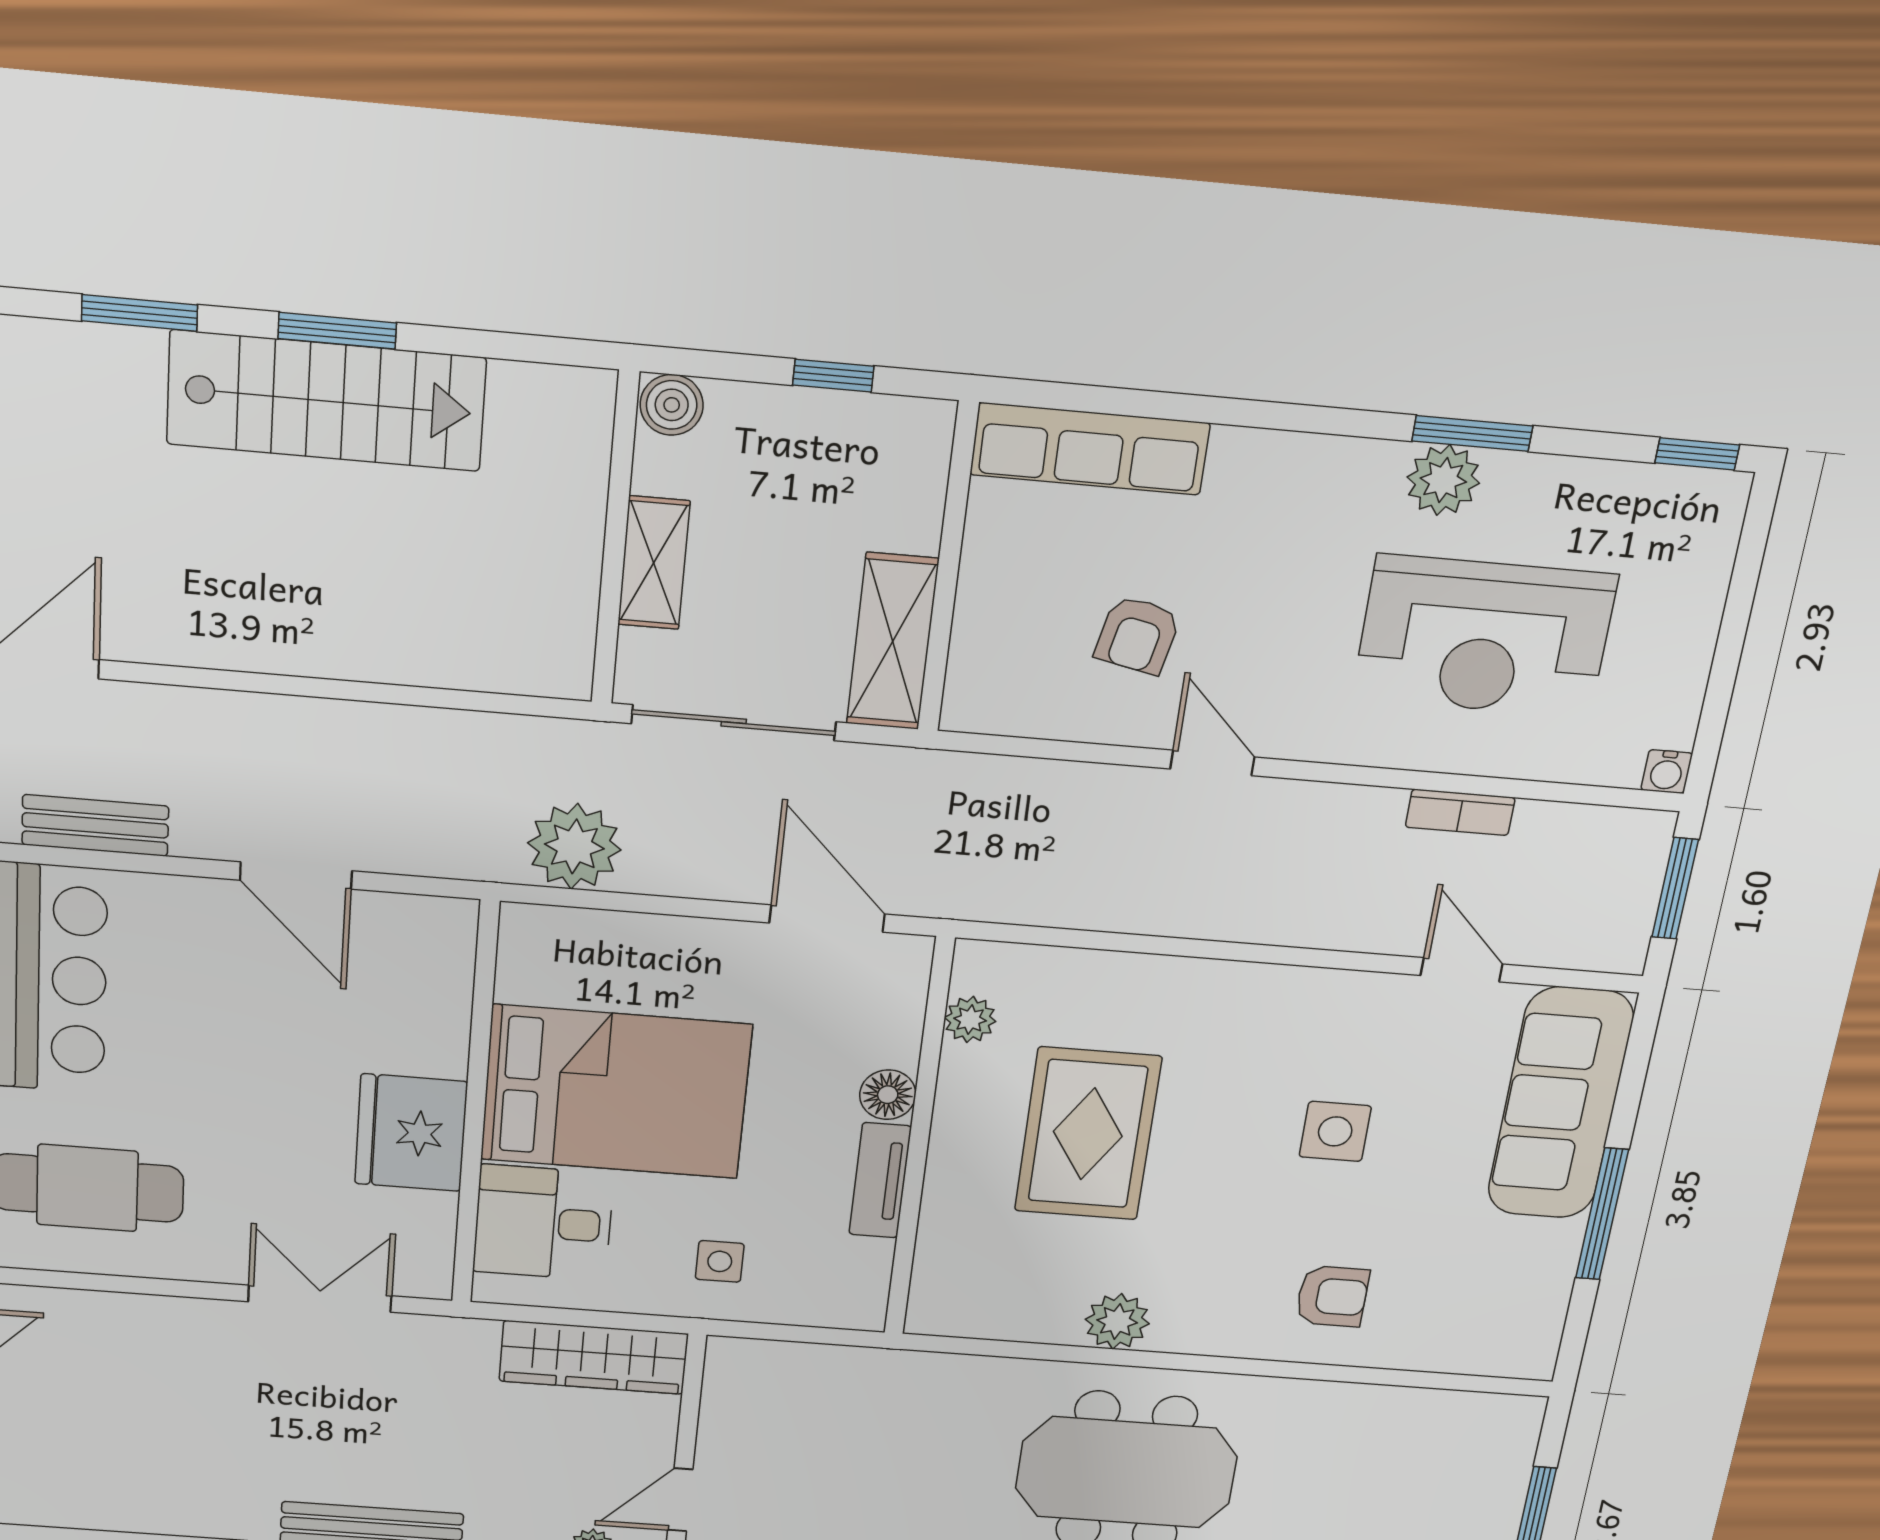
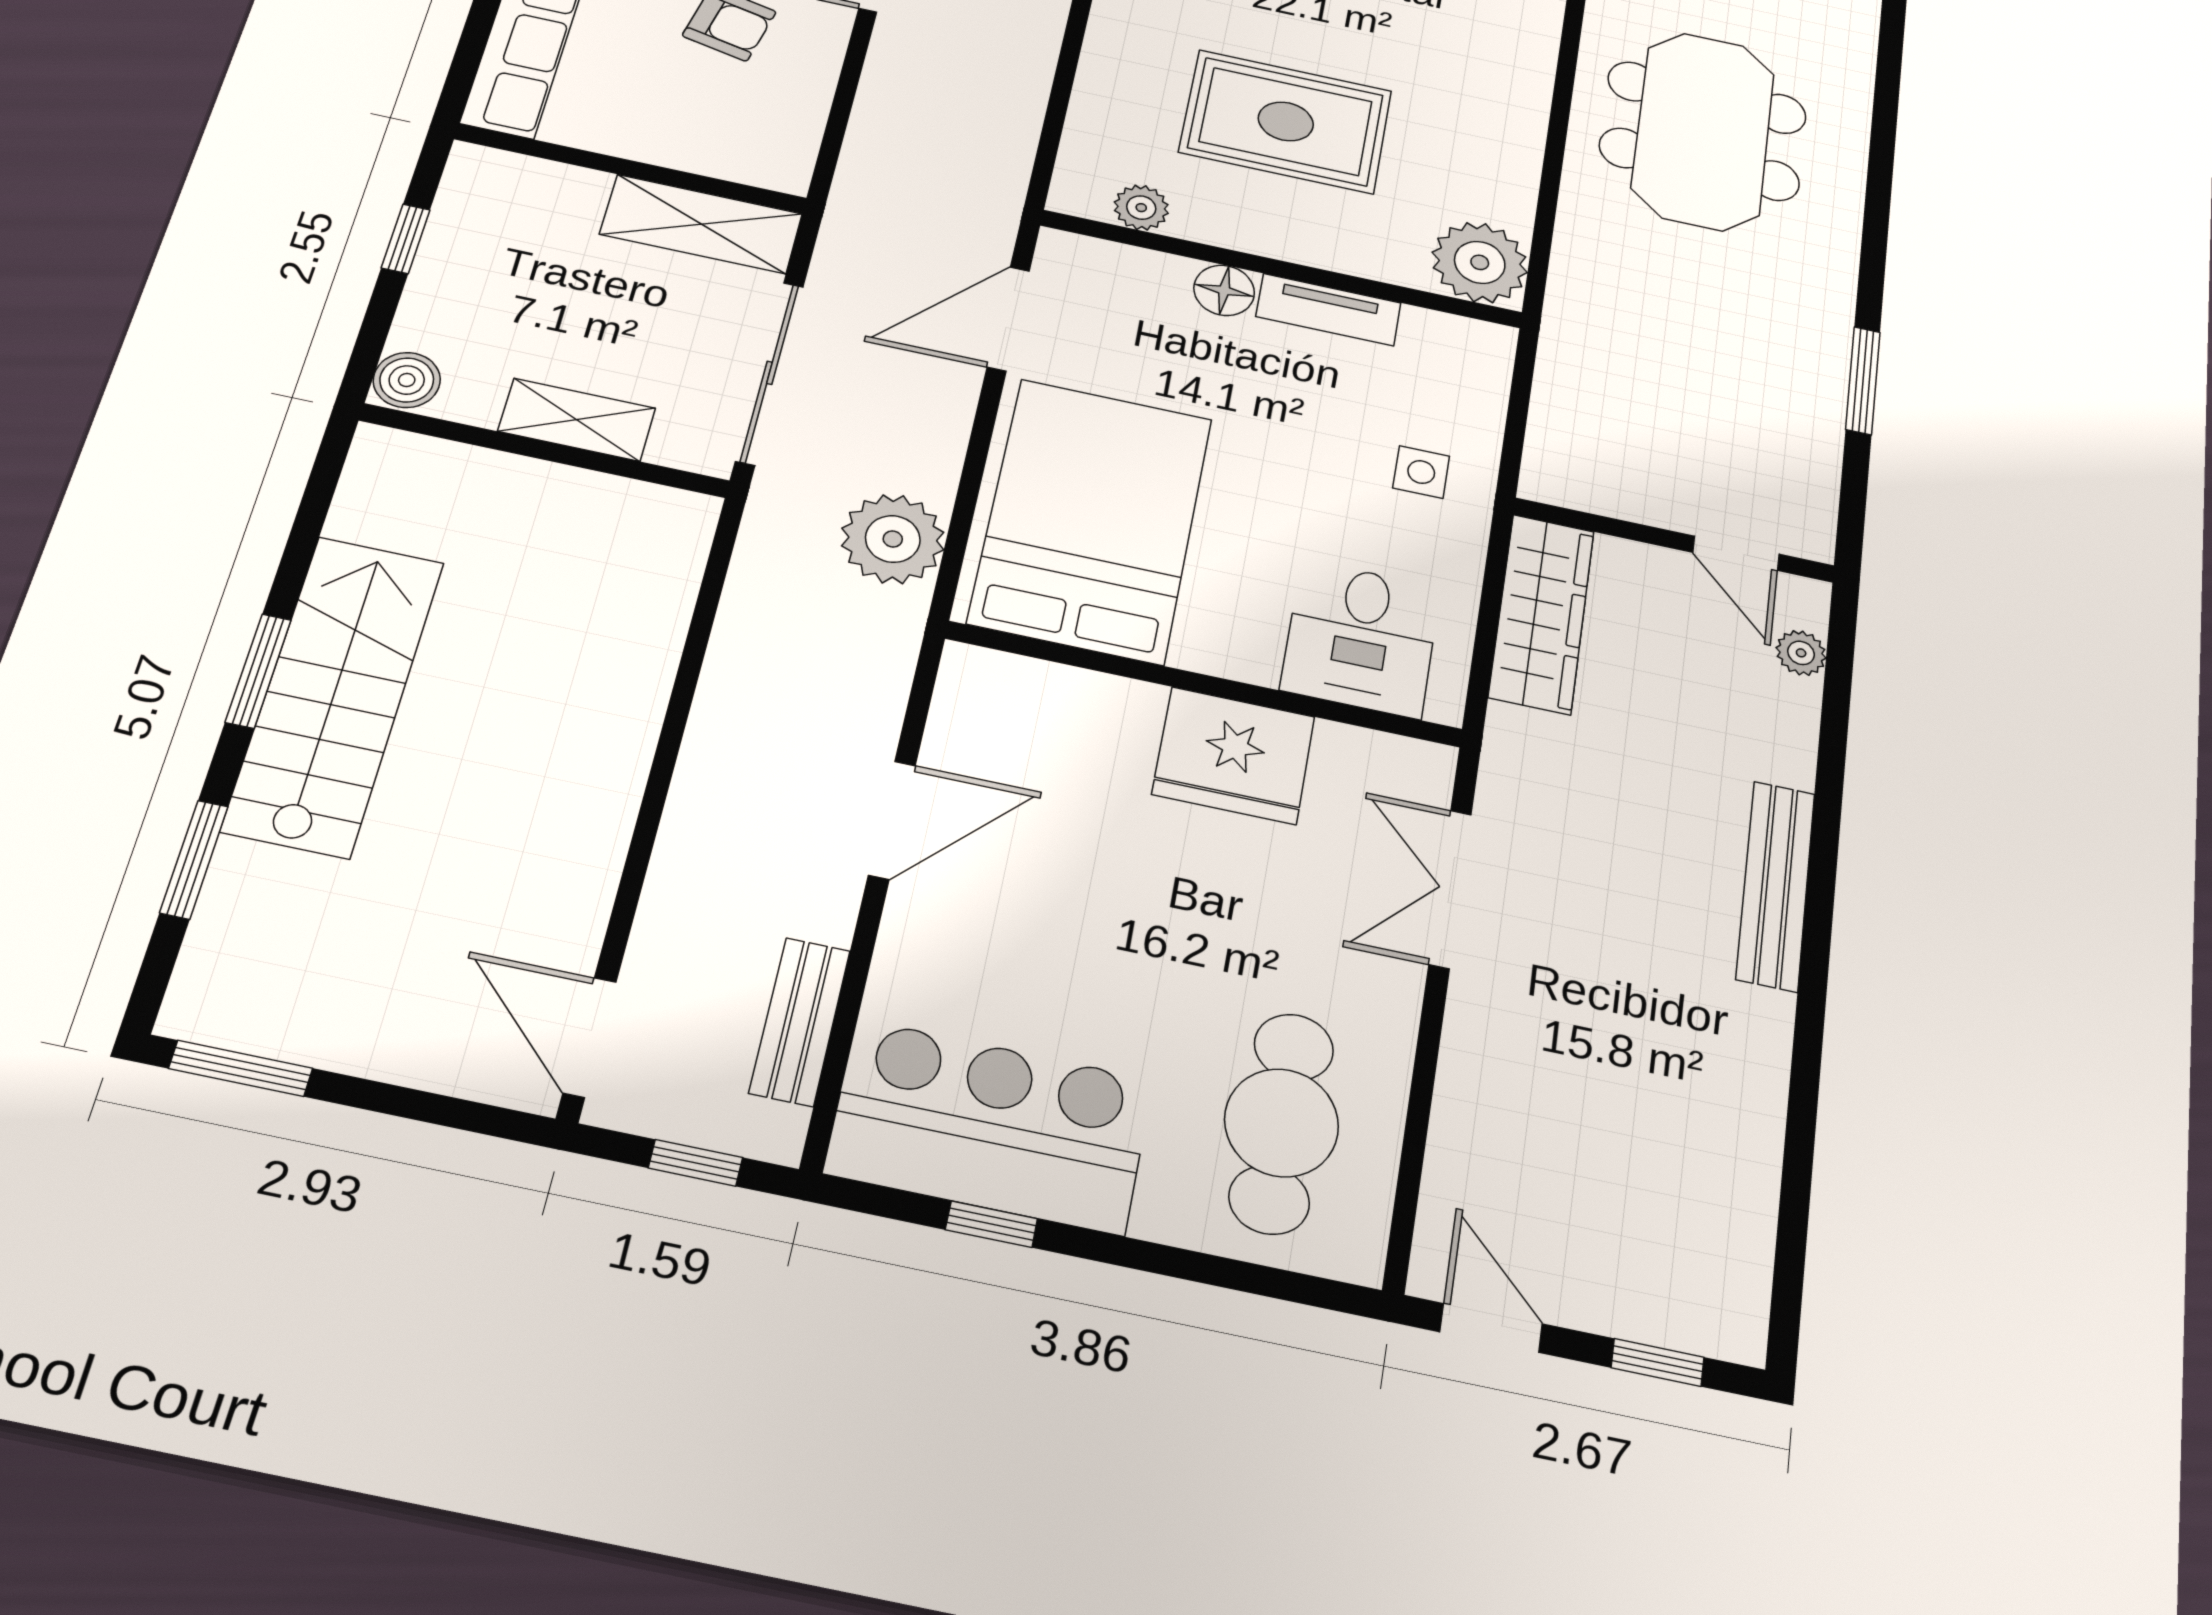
bed: (616, 1092) -> (1091, 520), moved
plant: (1117, 1321) -> (1480, 262), moved, width x1.36, depth x1.36

